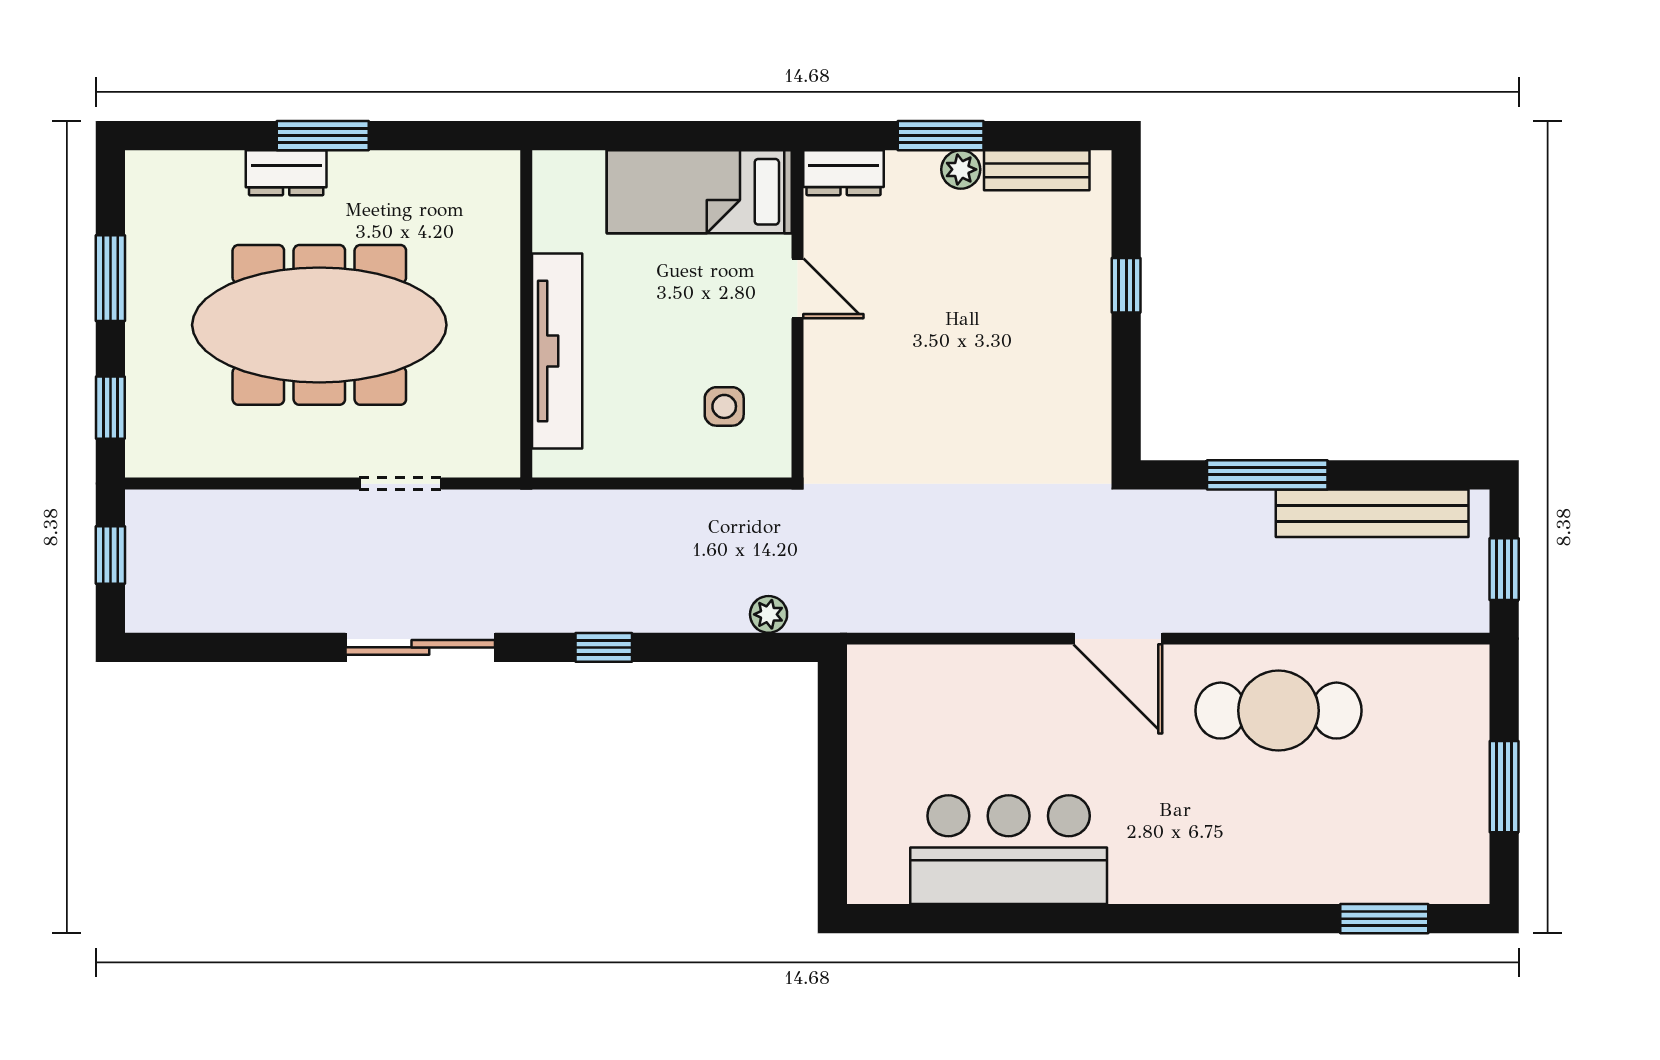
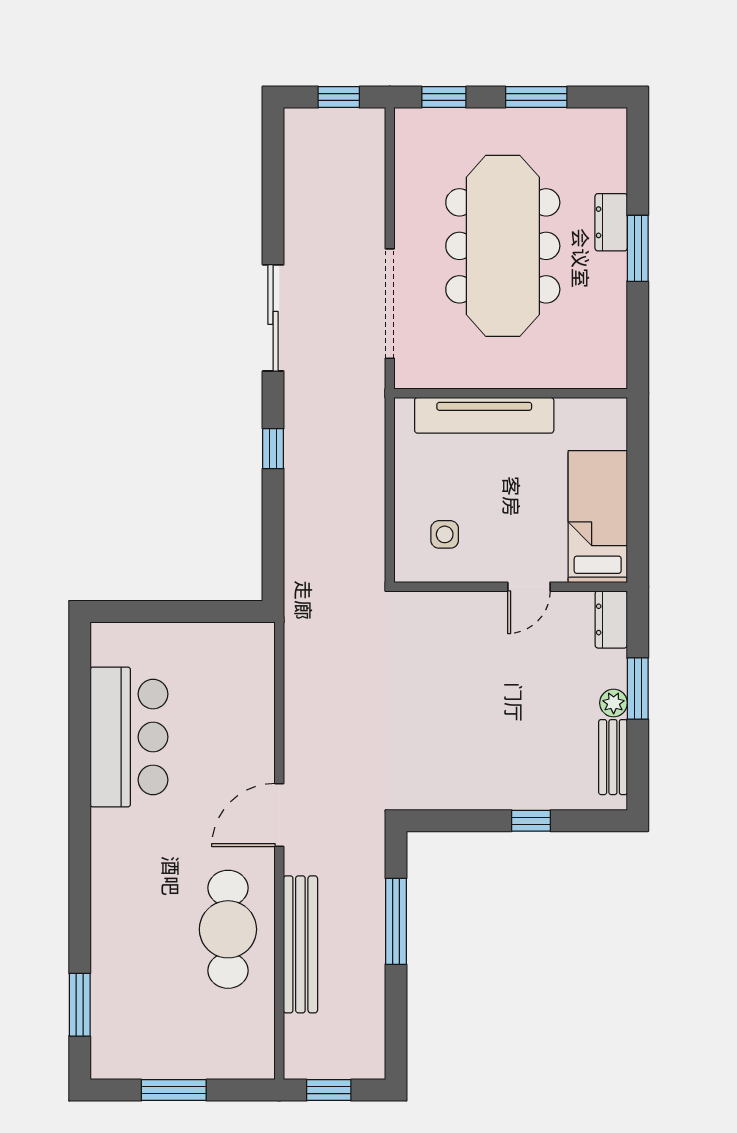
doorway: (400, 484) -> (390, 304), width x1.88
bench: (1372, 513) -> (300, 944), moved
plant: (769, 614) -> (297, 566), removed

